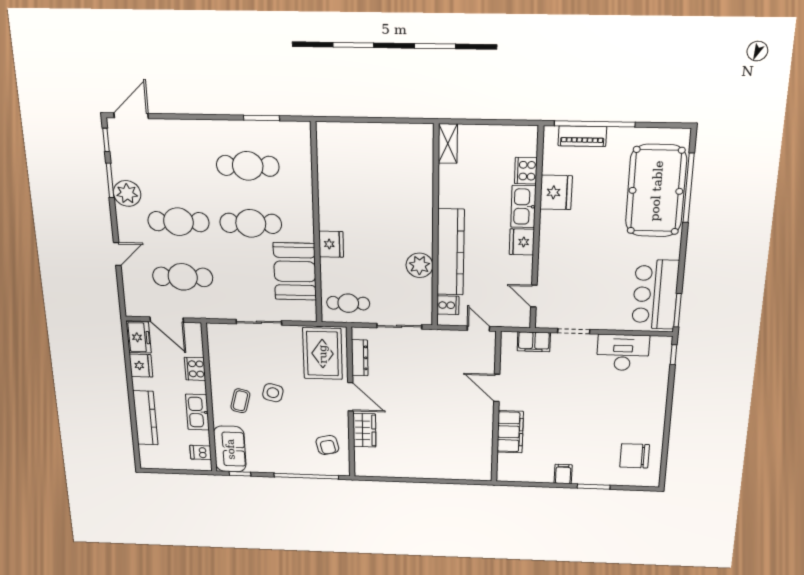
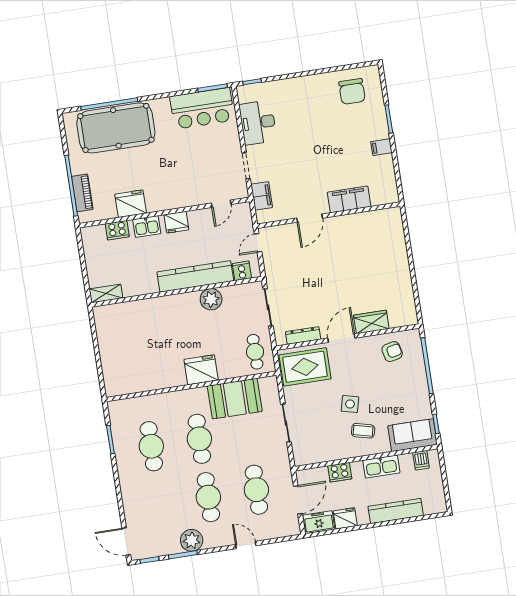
kitchen sink: (523, 207) -> (147, 226), width x0.73
fridge: (331, 244) -> (201, 370), width x1.36, depth x1.34

